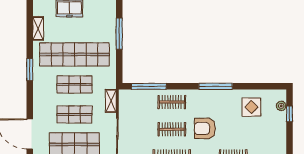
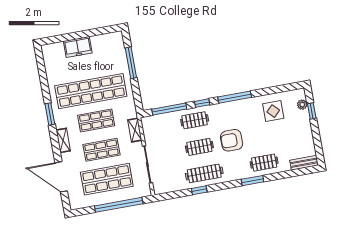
shelving: (38, 28) -> (63, 140), moved
window: (182, 86) -> (202, 103), added

